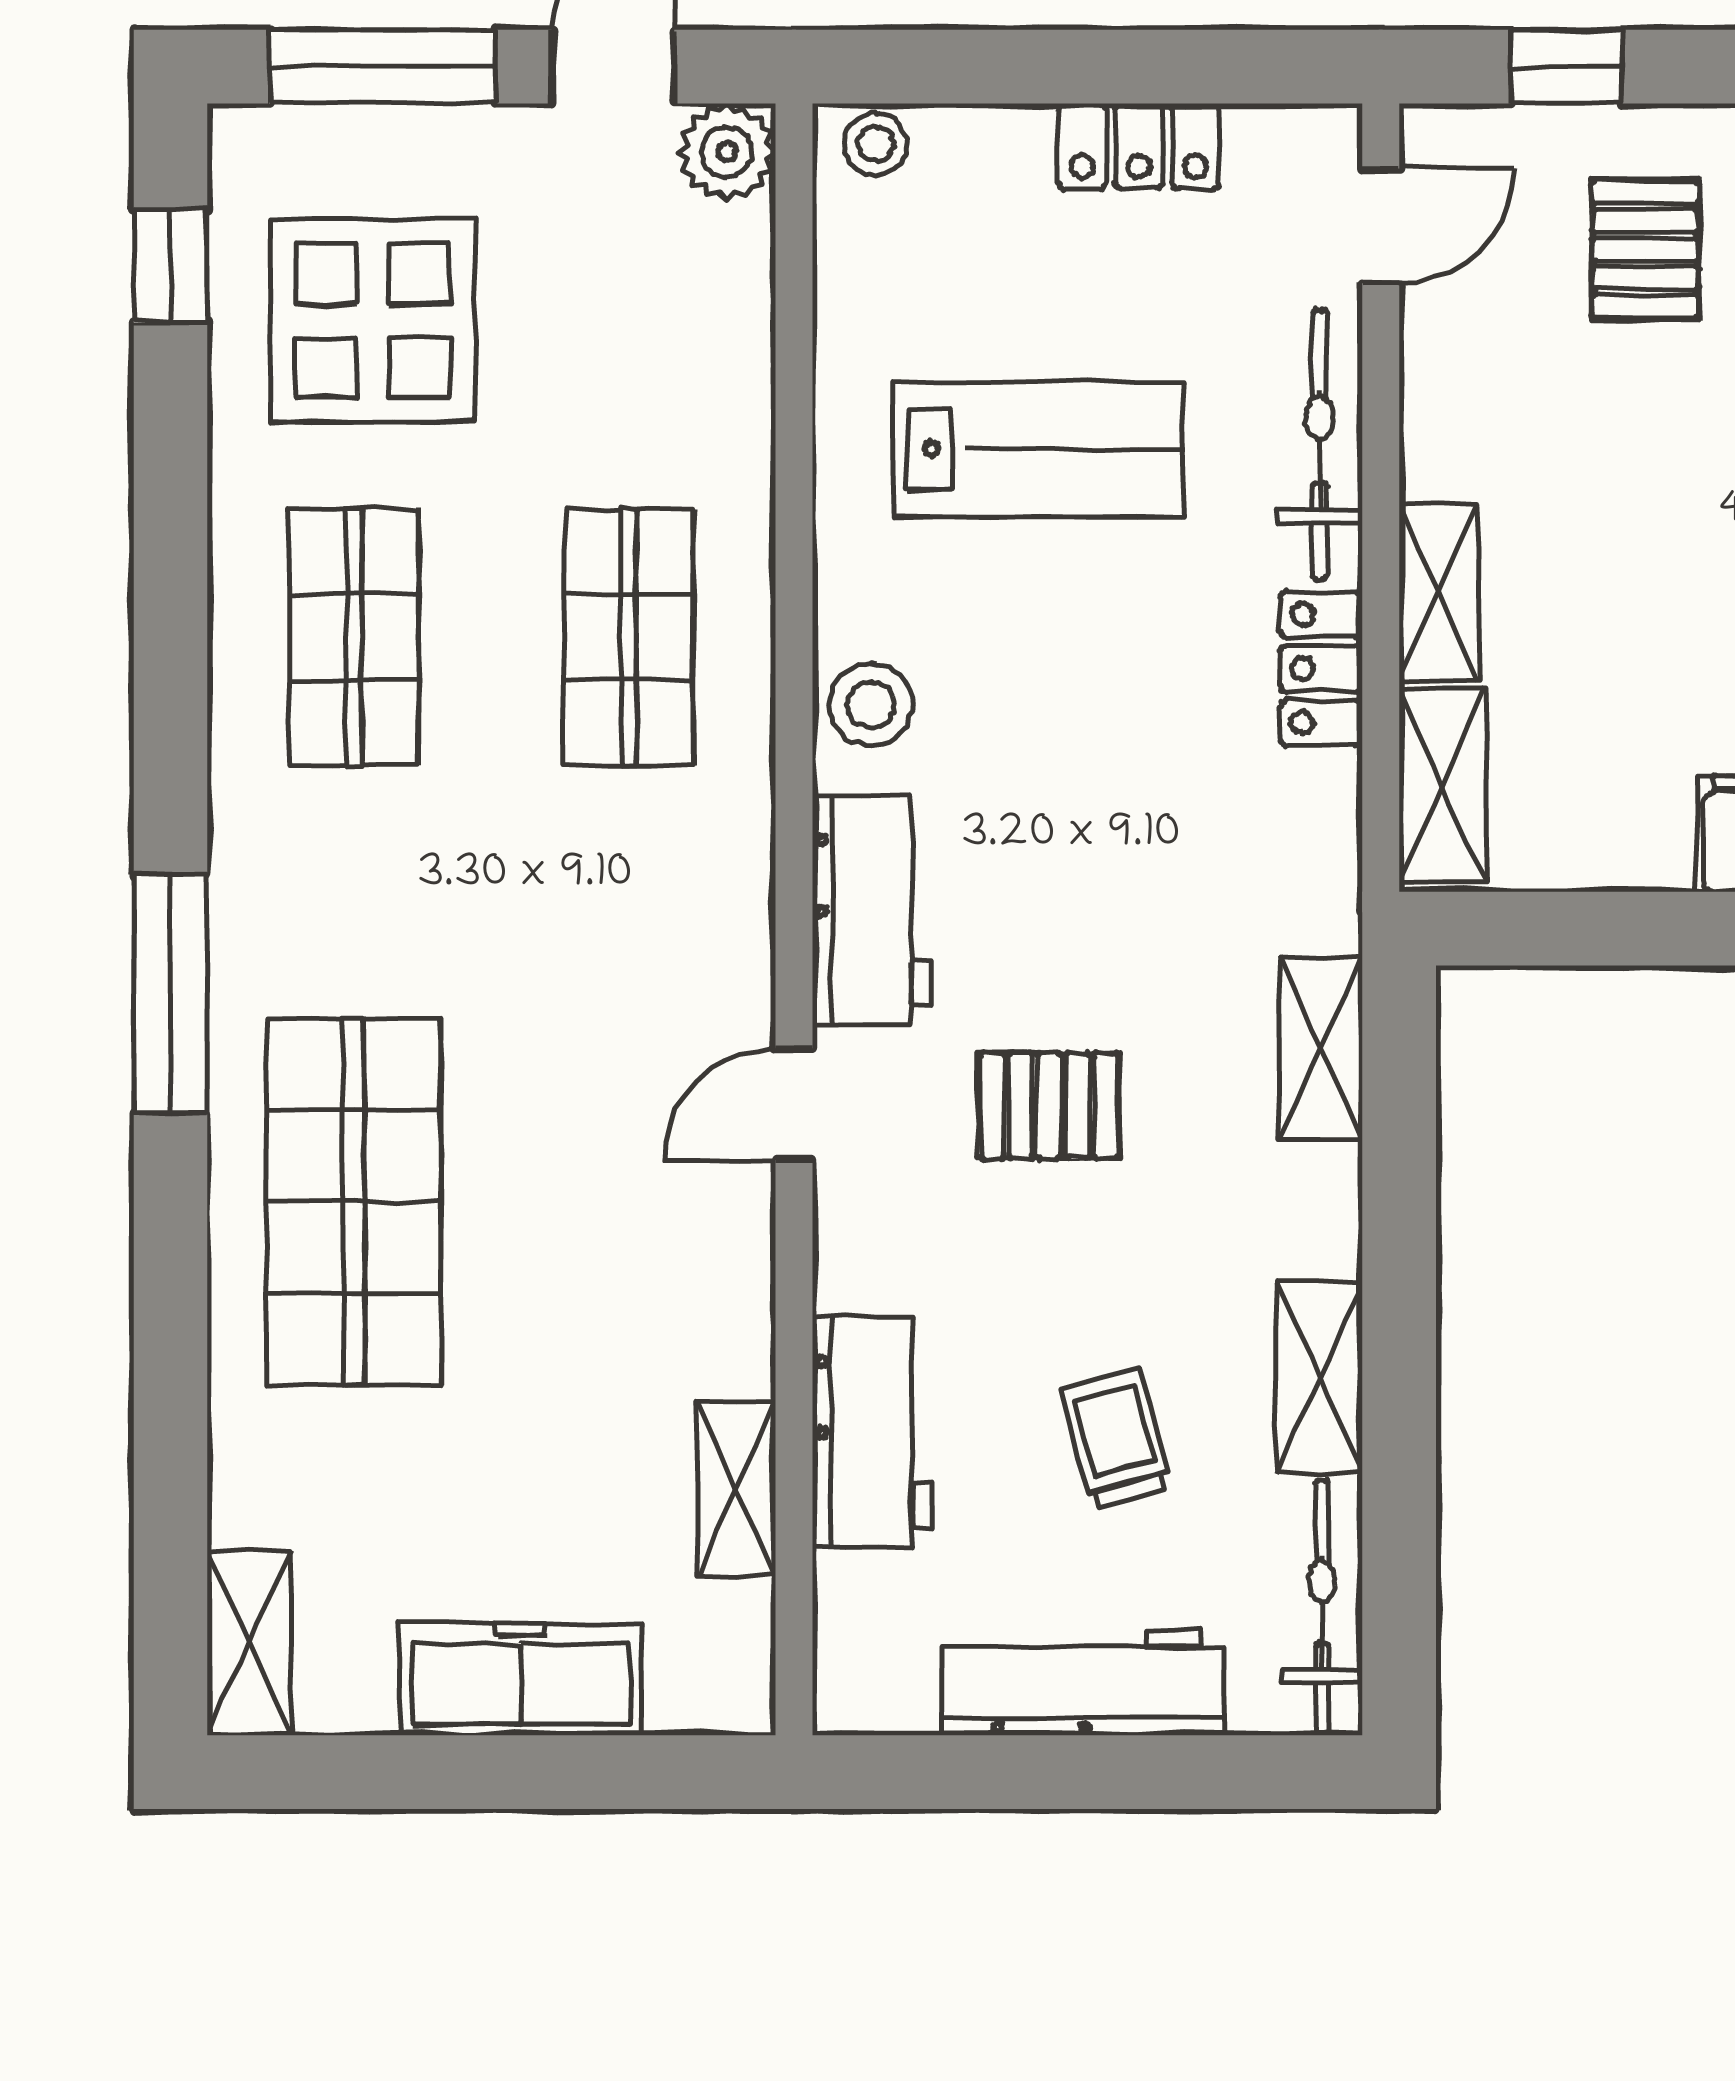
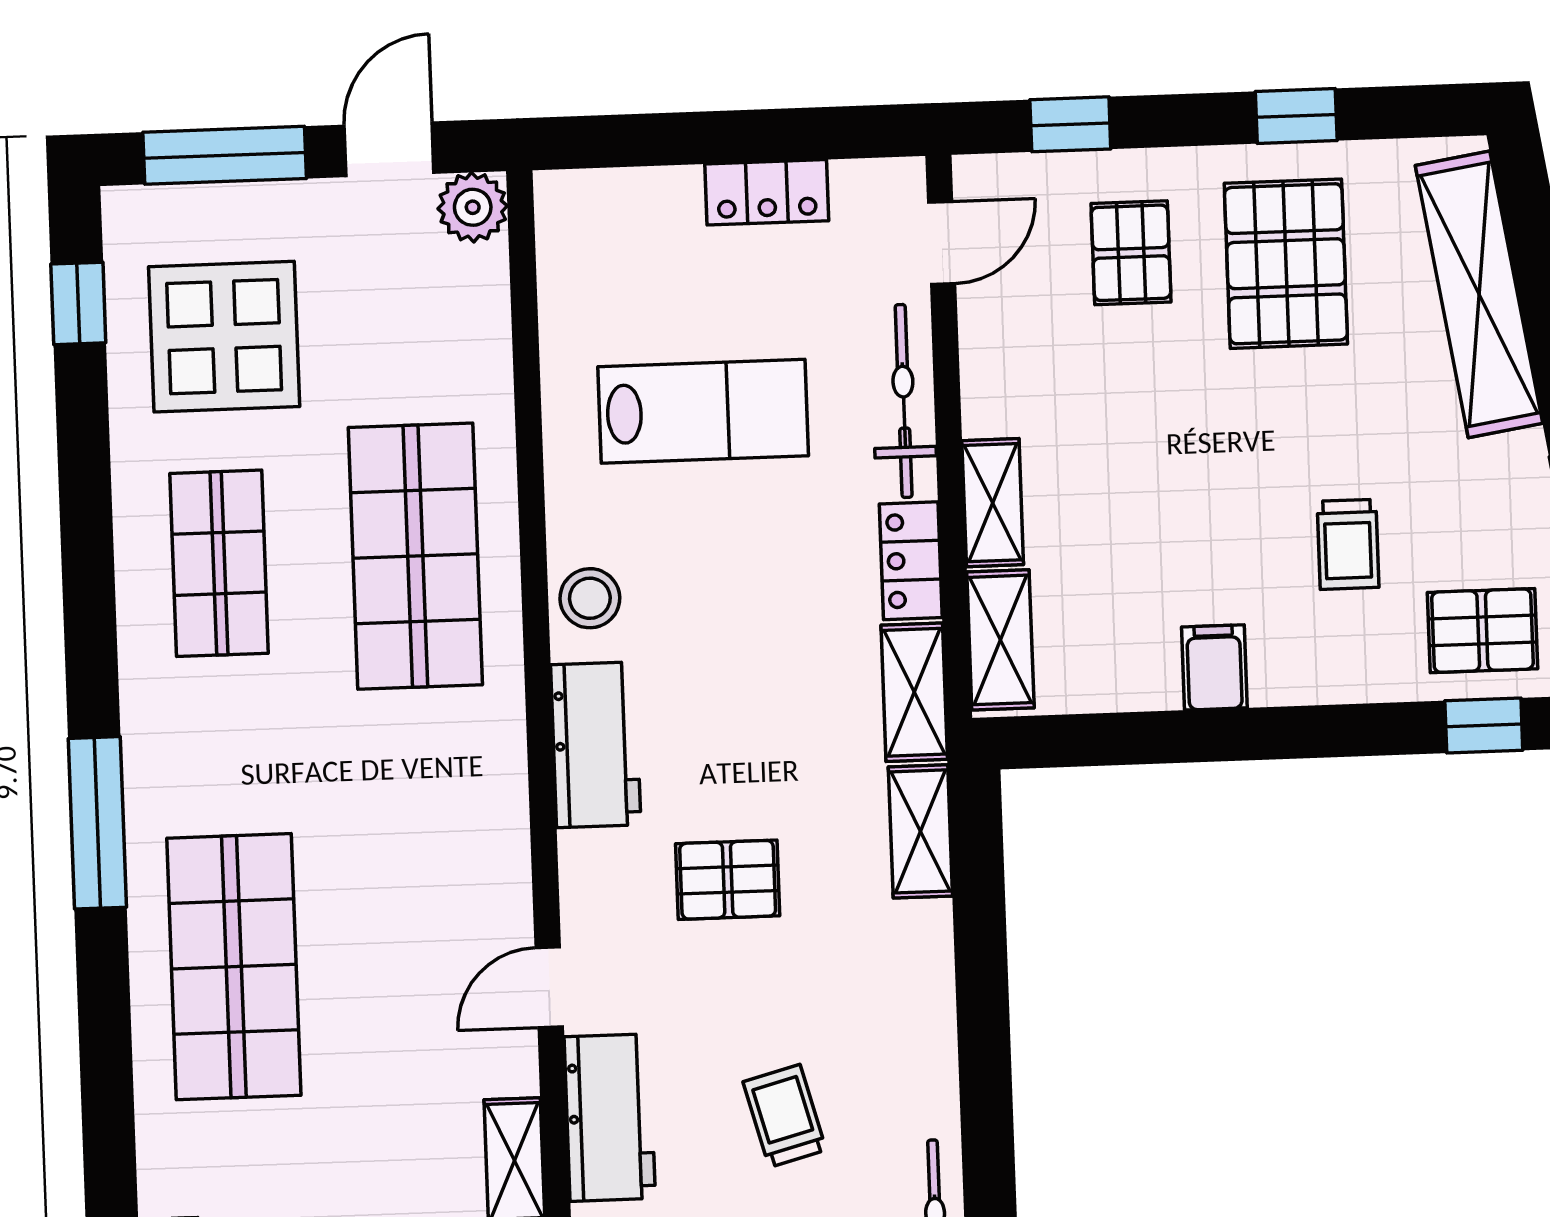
stool: (876, 144) -> (579, 198), removed
shop shelf: (629, 637) -> (415, 556), width x1.43, depth x1.36
door: (794, 1104) -> (549, 987), moved
shelving: (1319, 1377) -> (914, 692), moved

